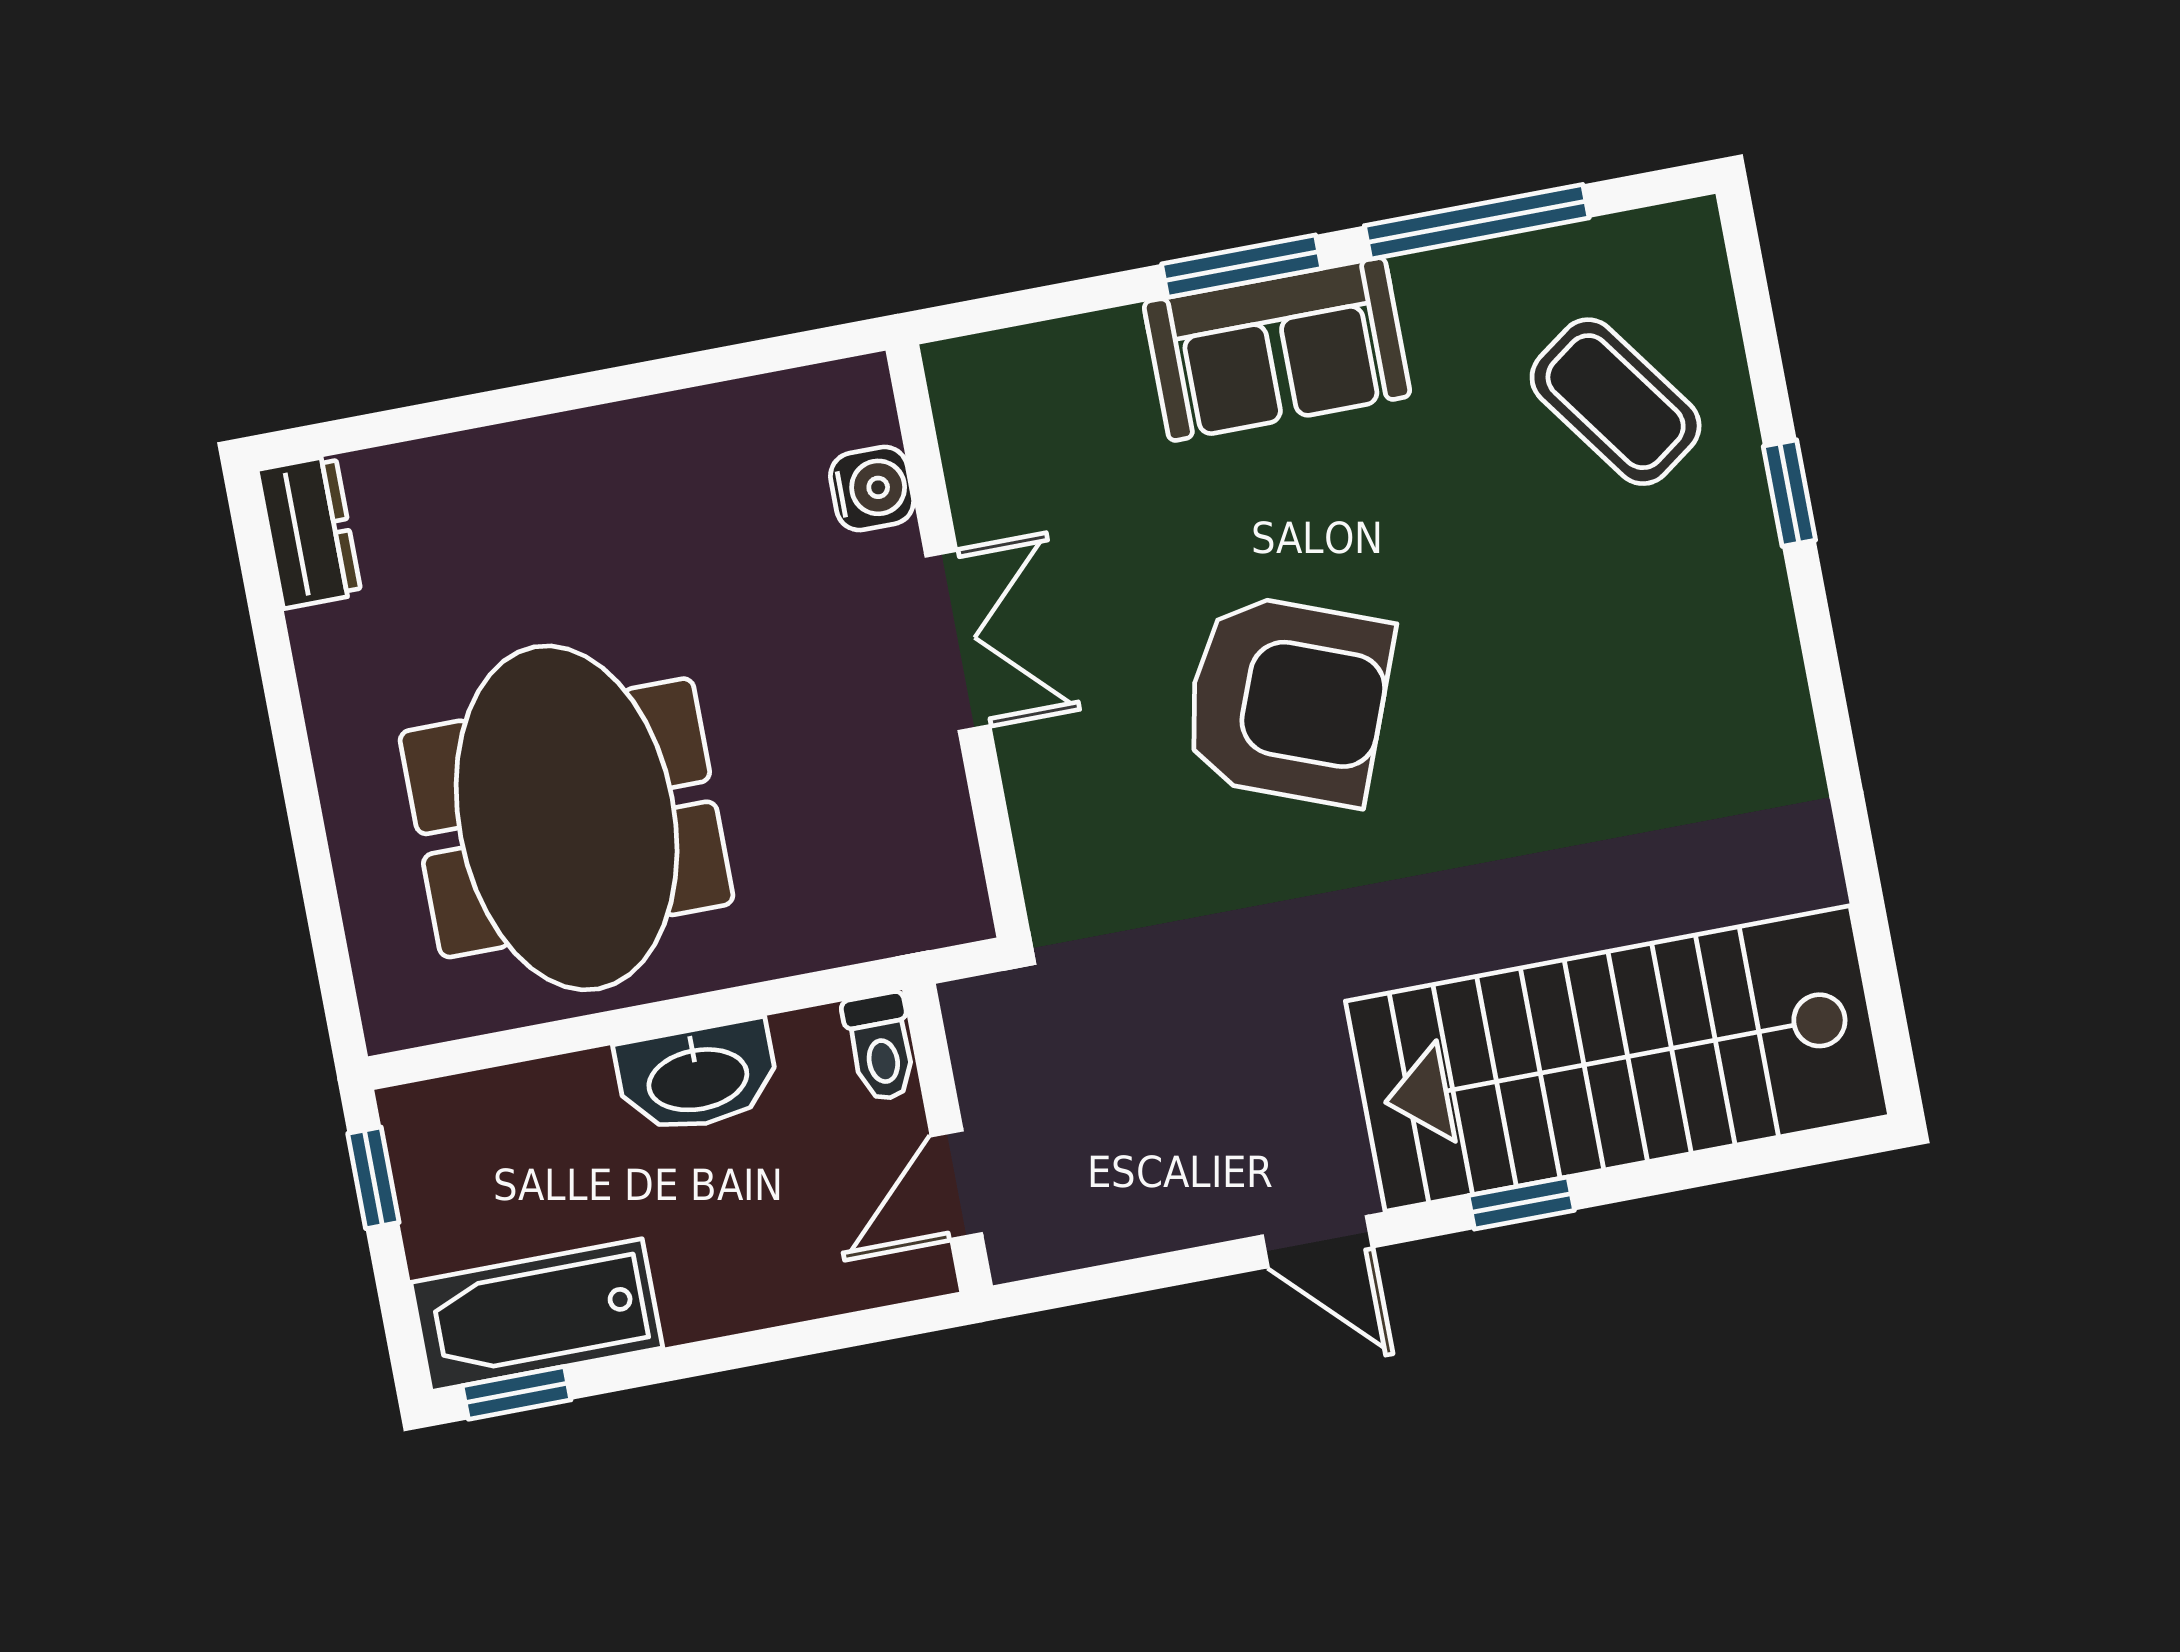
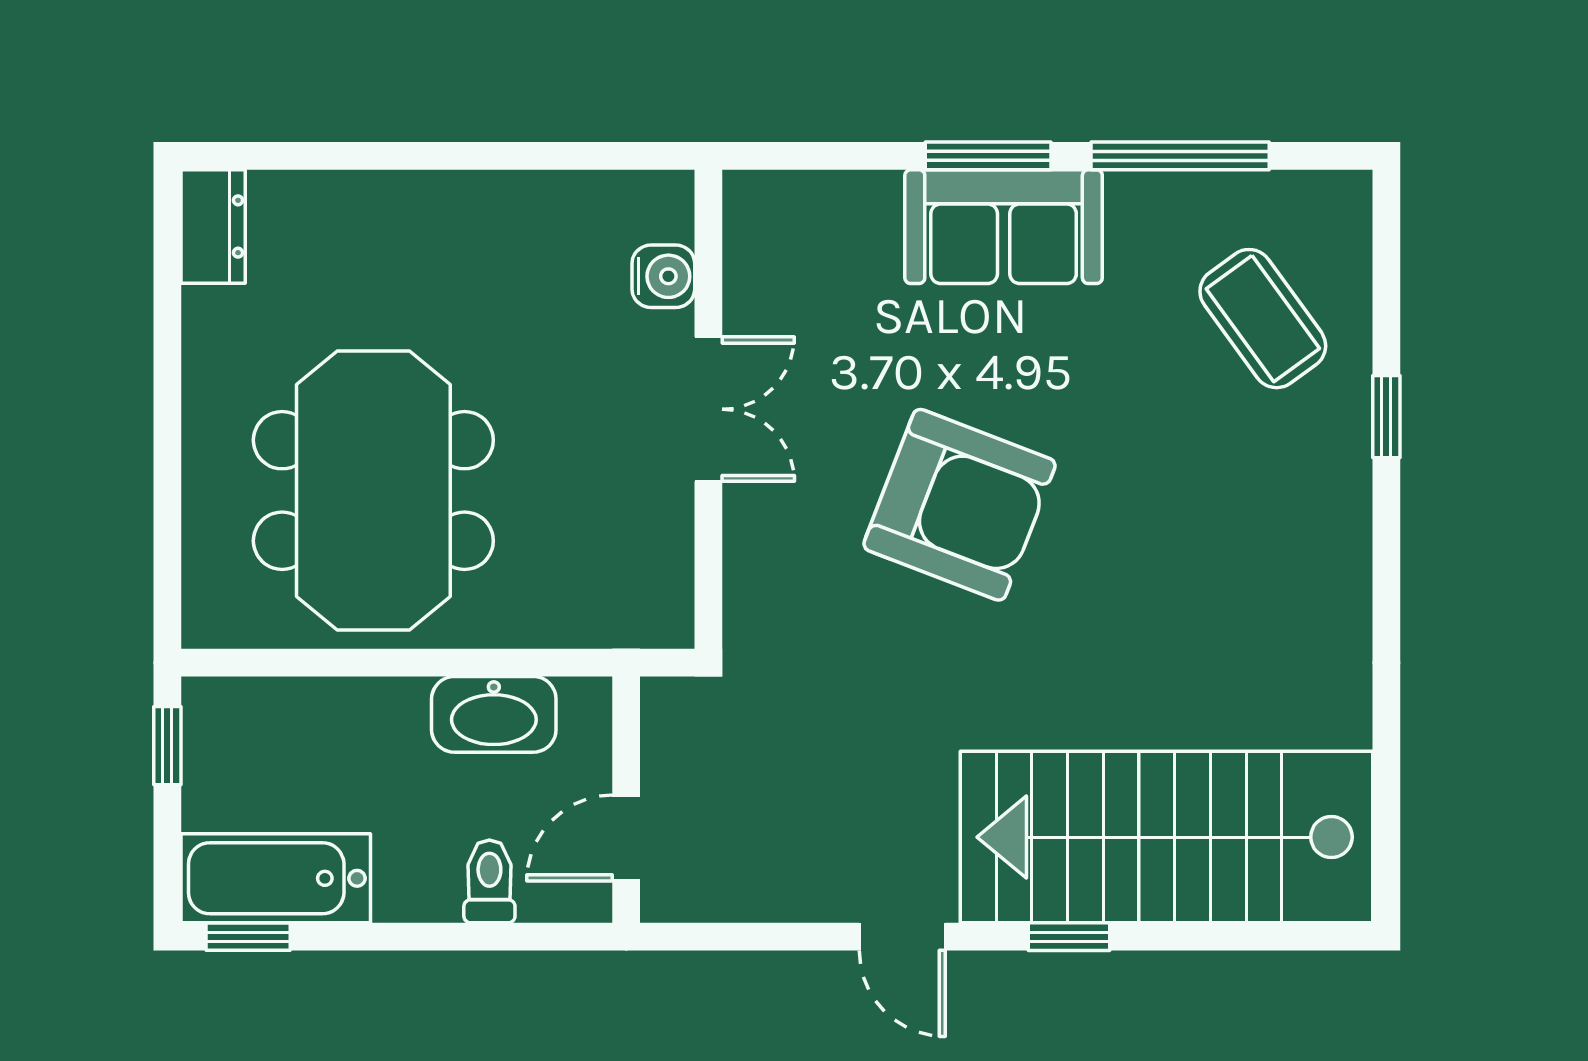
toilet: (881, 1047) -> (489, 881), moved, turned 180
washbasin: (697, 1077) -> (494, 714), moved

